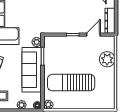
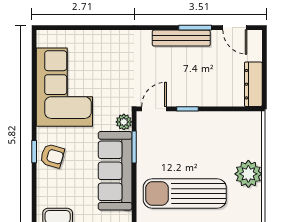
door: (93, 35) -> (154, 109), moved
plant: (107, 59) -> (248, 174), moved

